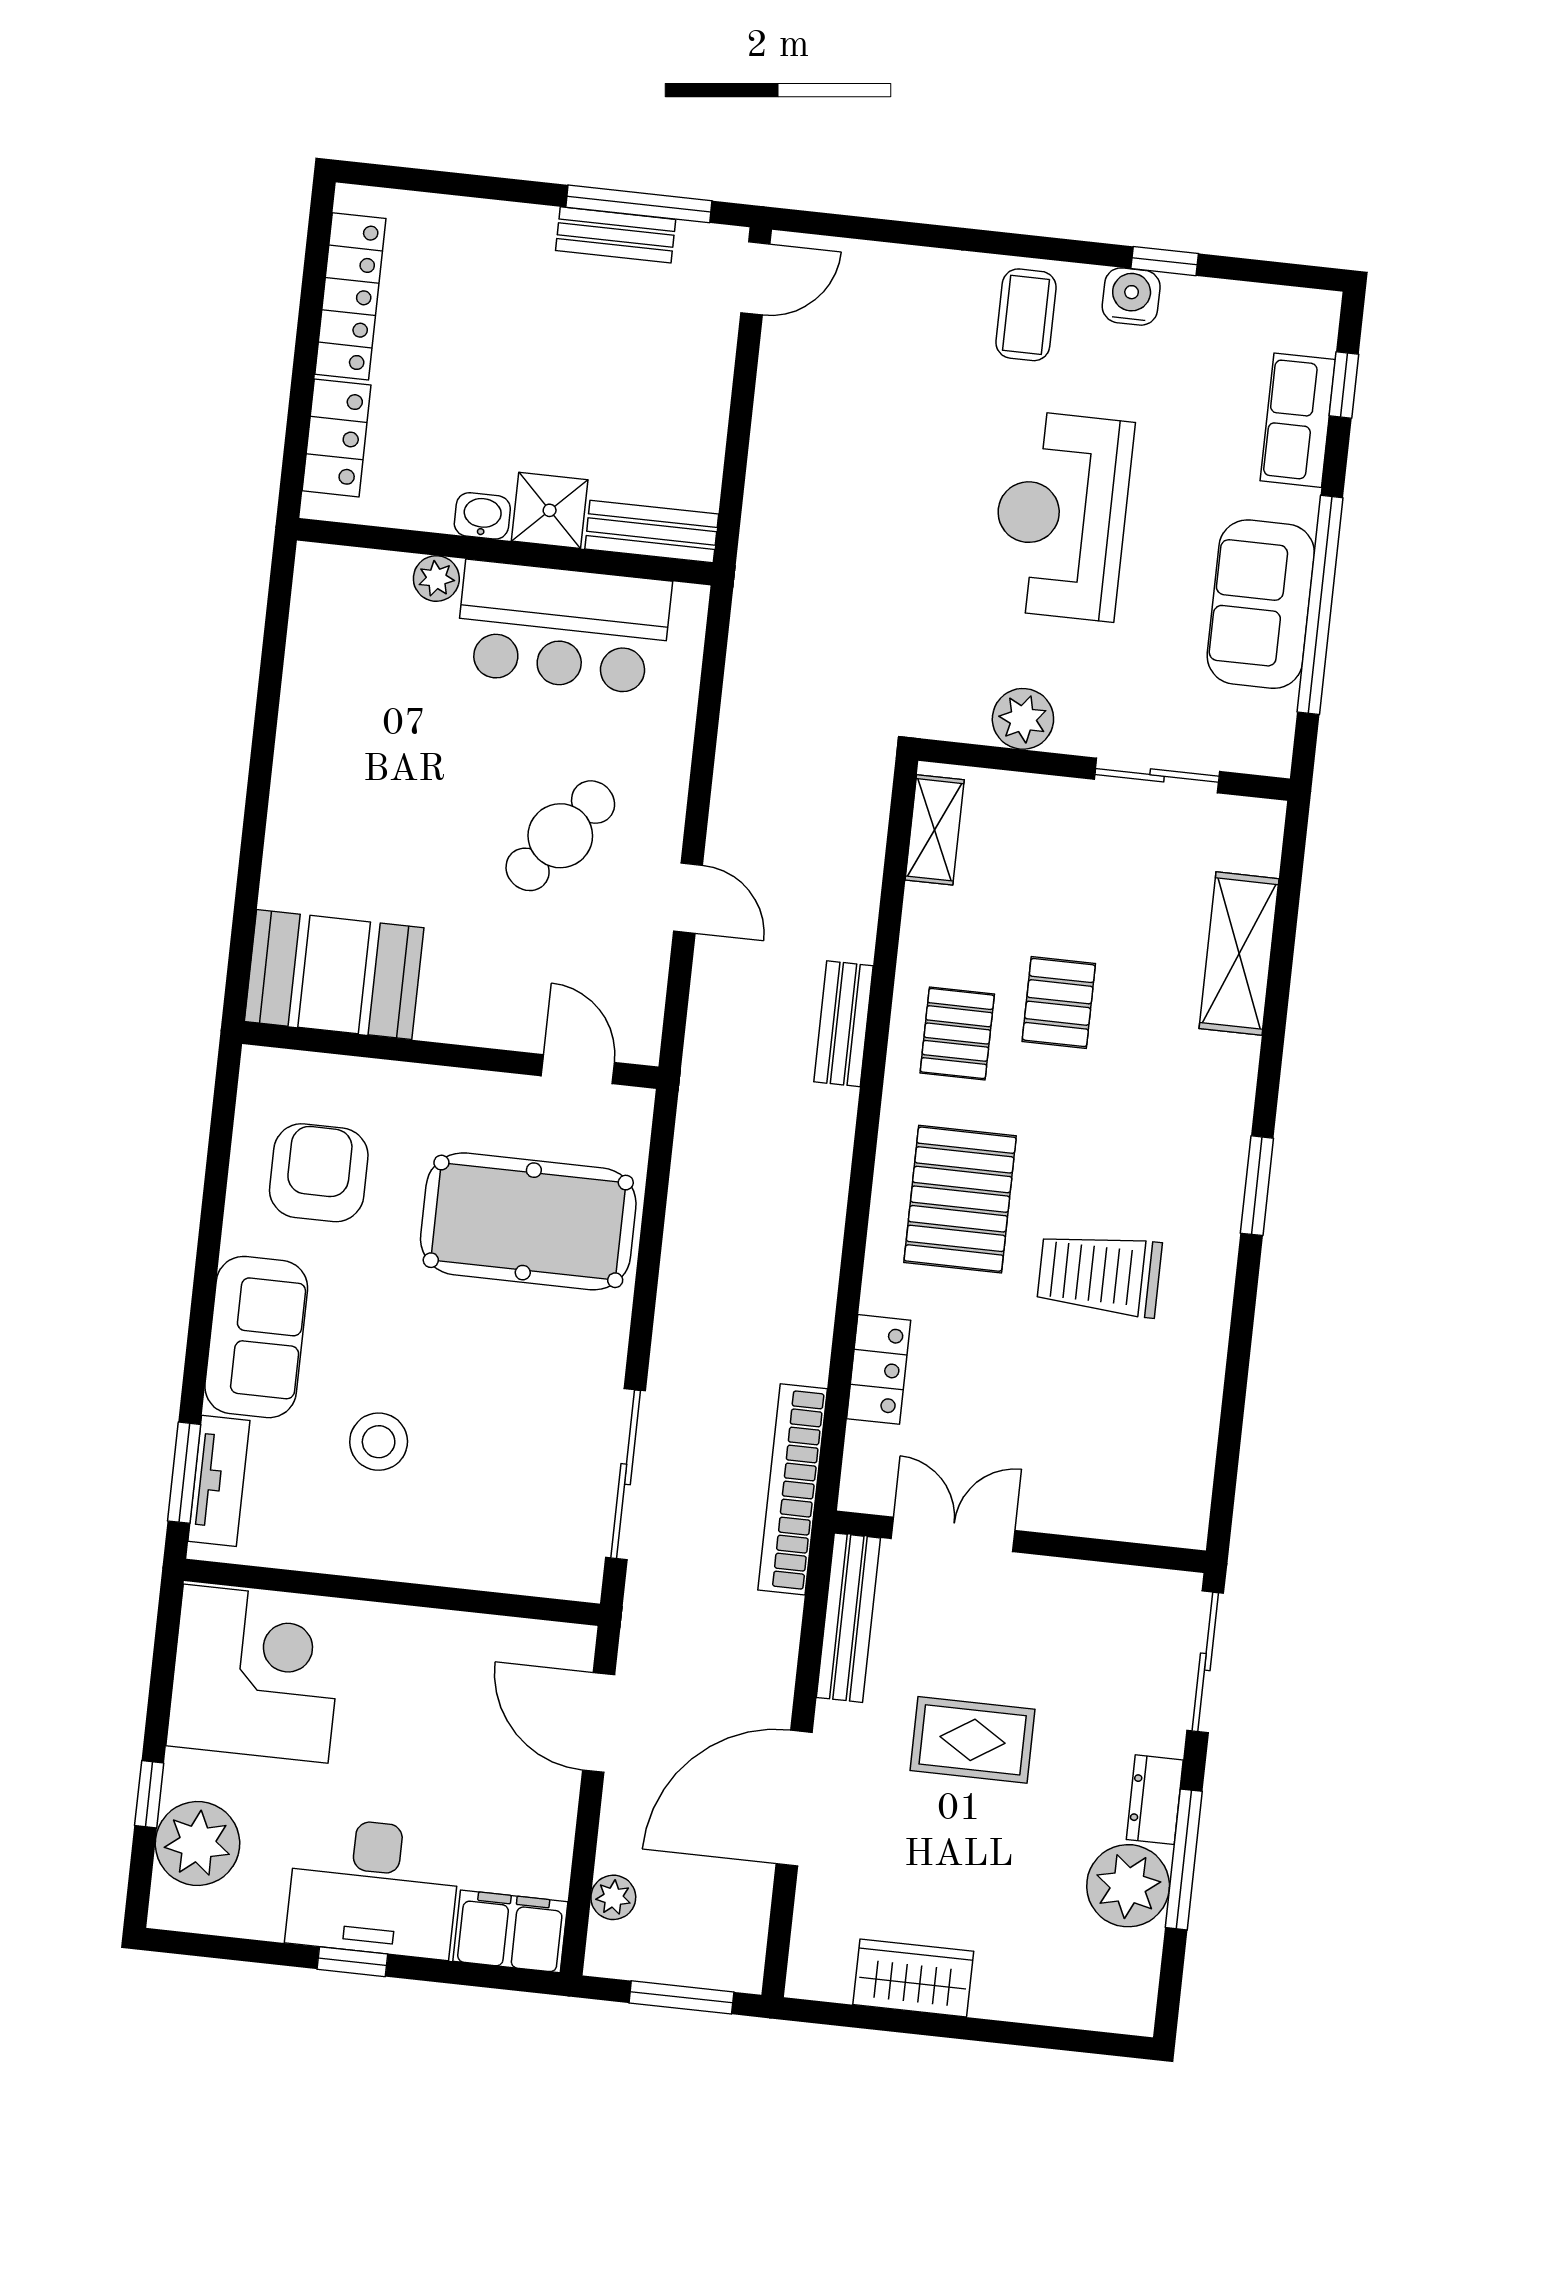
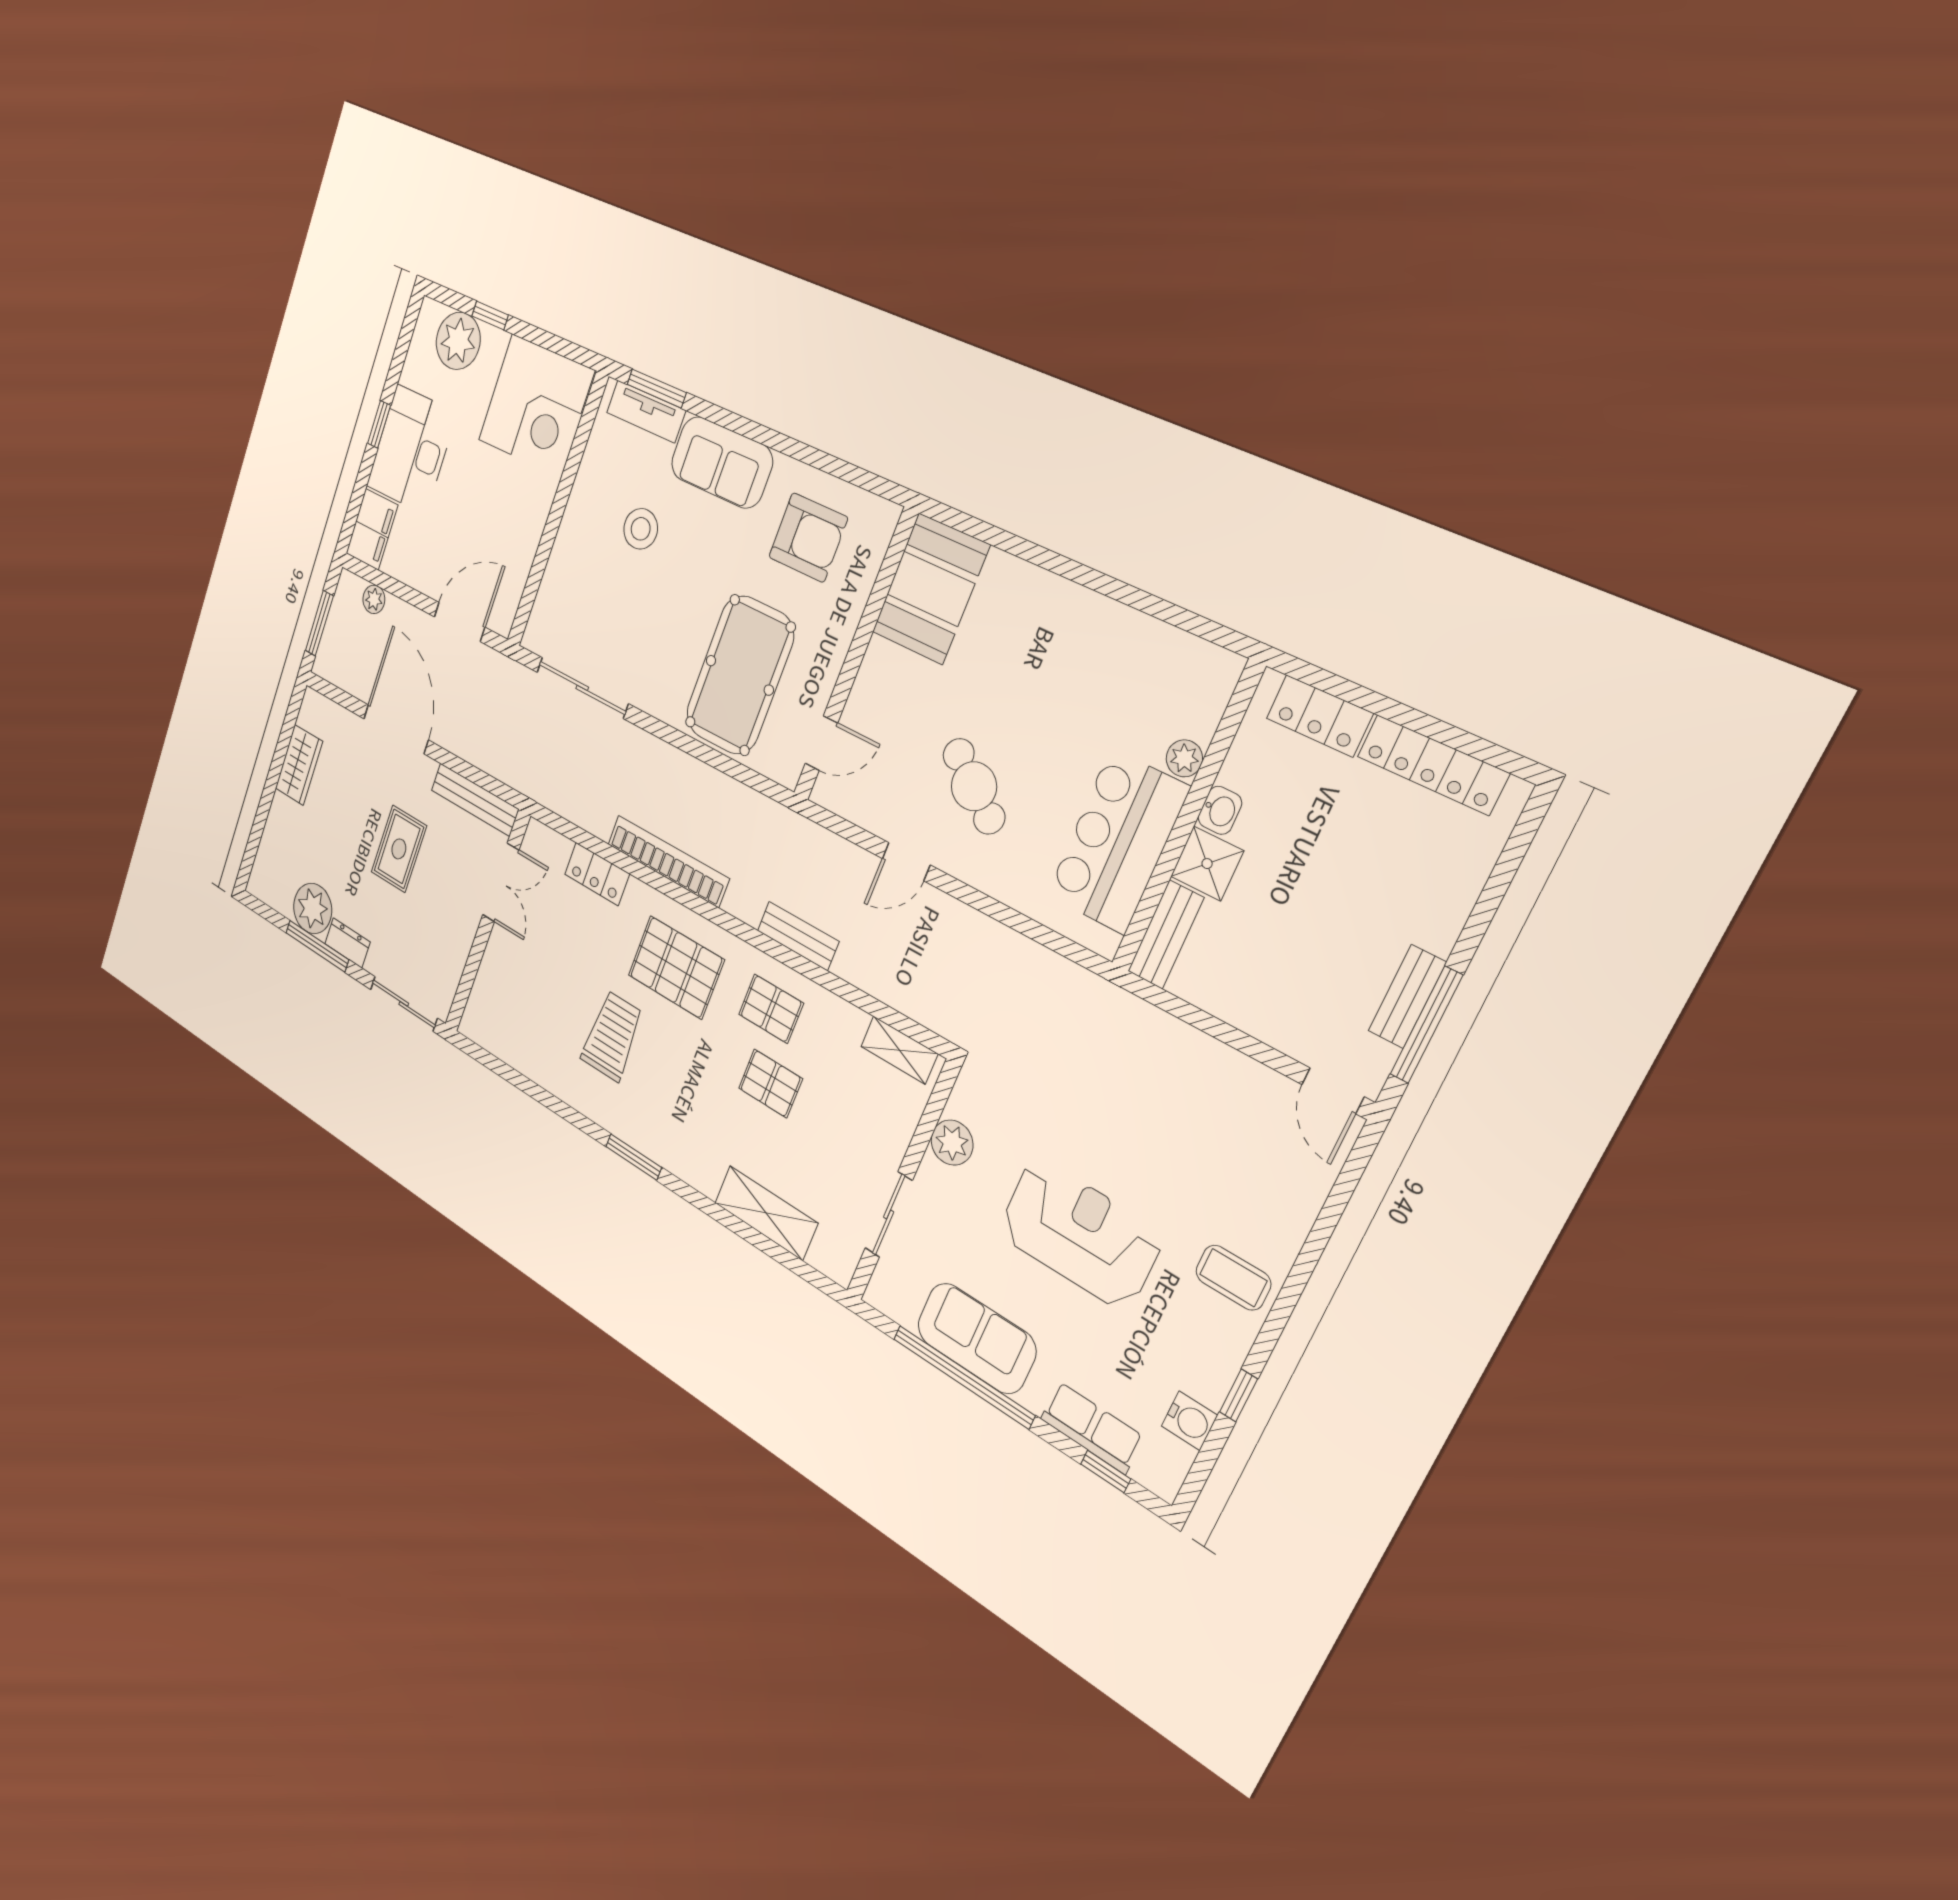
water cooler: (1131, 297) -> (1189, 1421), moved
bookcase: (793, 1489) -> (668, 861), moved

